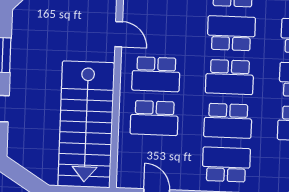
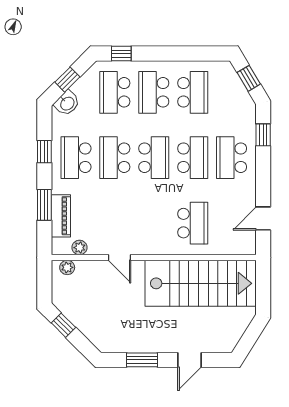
door: (119, 34) -> (120, 258), swing flipped
school desk: (156, 74) -> (154, 223), removed

